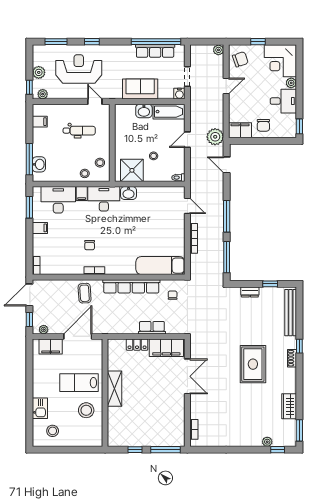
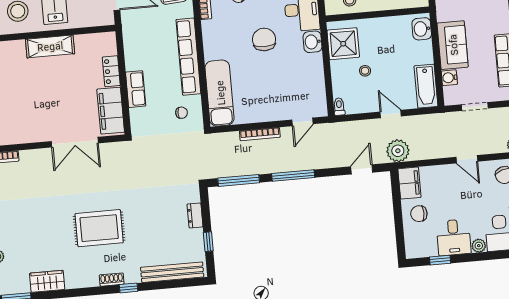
water cooler: (179, 94) -> (449, 78), moved
washbasin: (144, 111) -> (422, 29), moved
window: (299, 126) -> (440, 260), moved
chair: (124, 229) -> (264, 39), added

